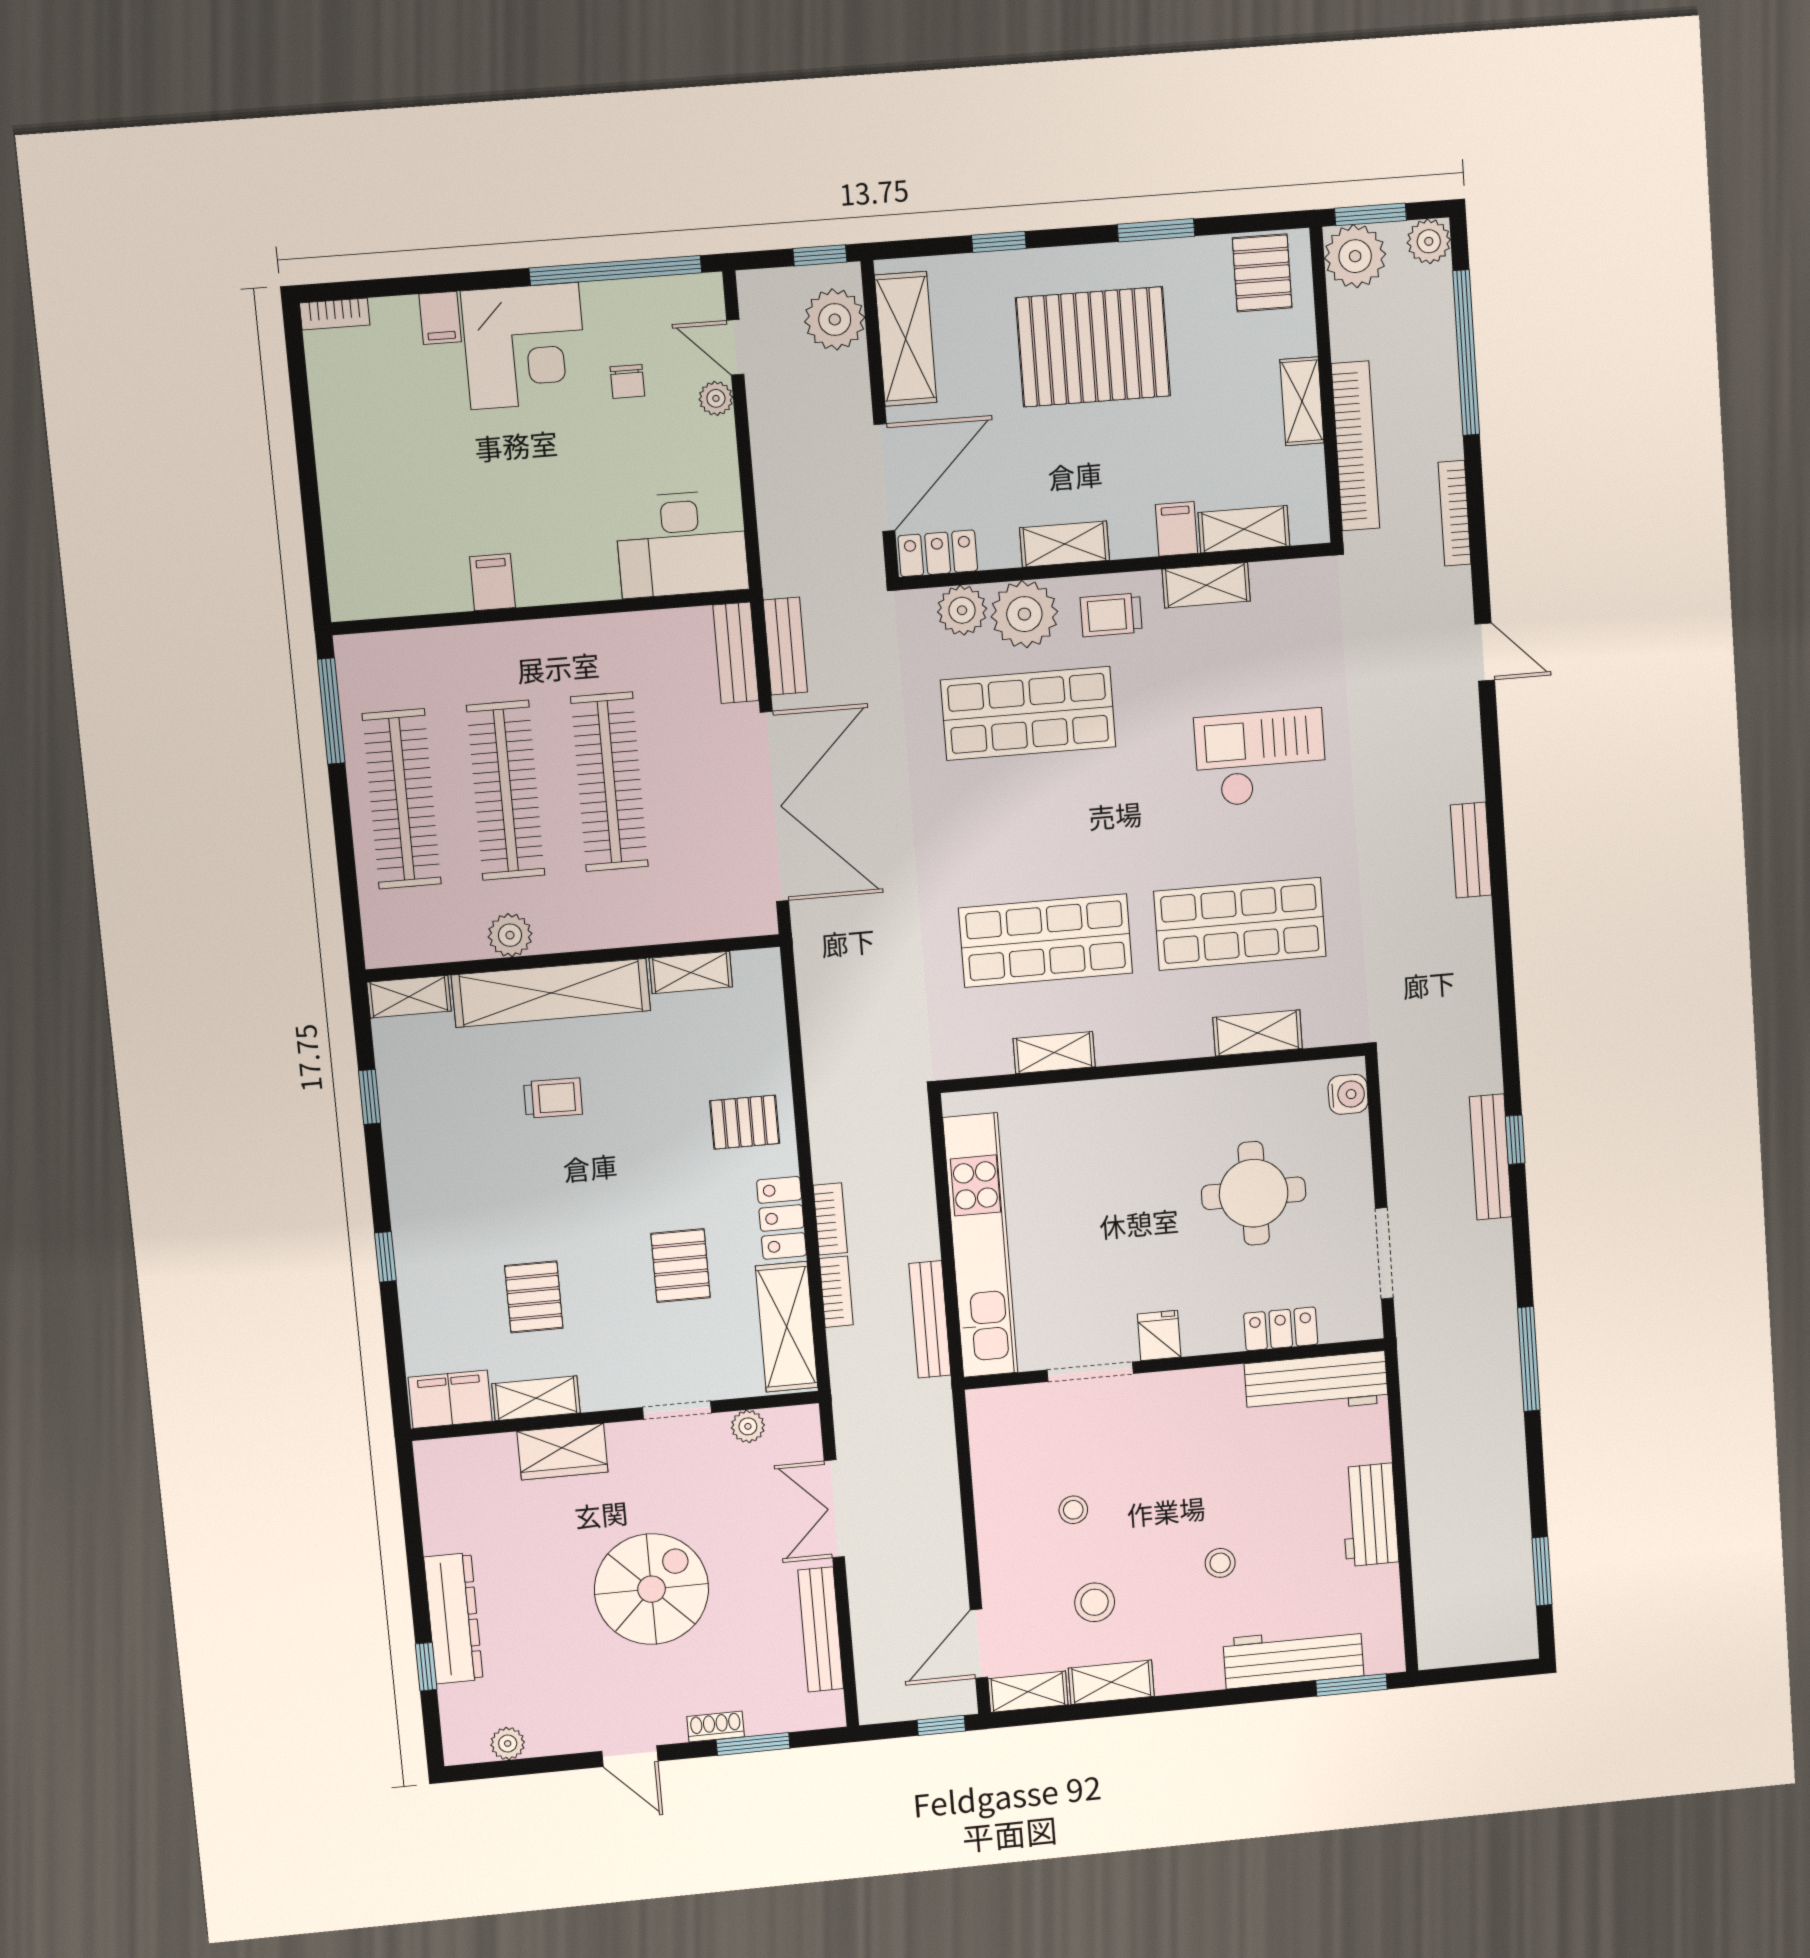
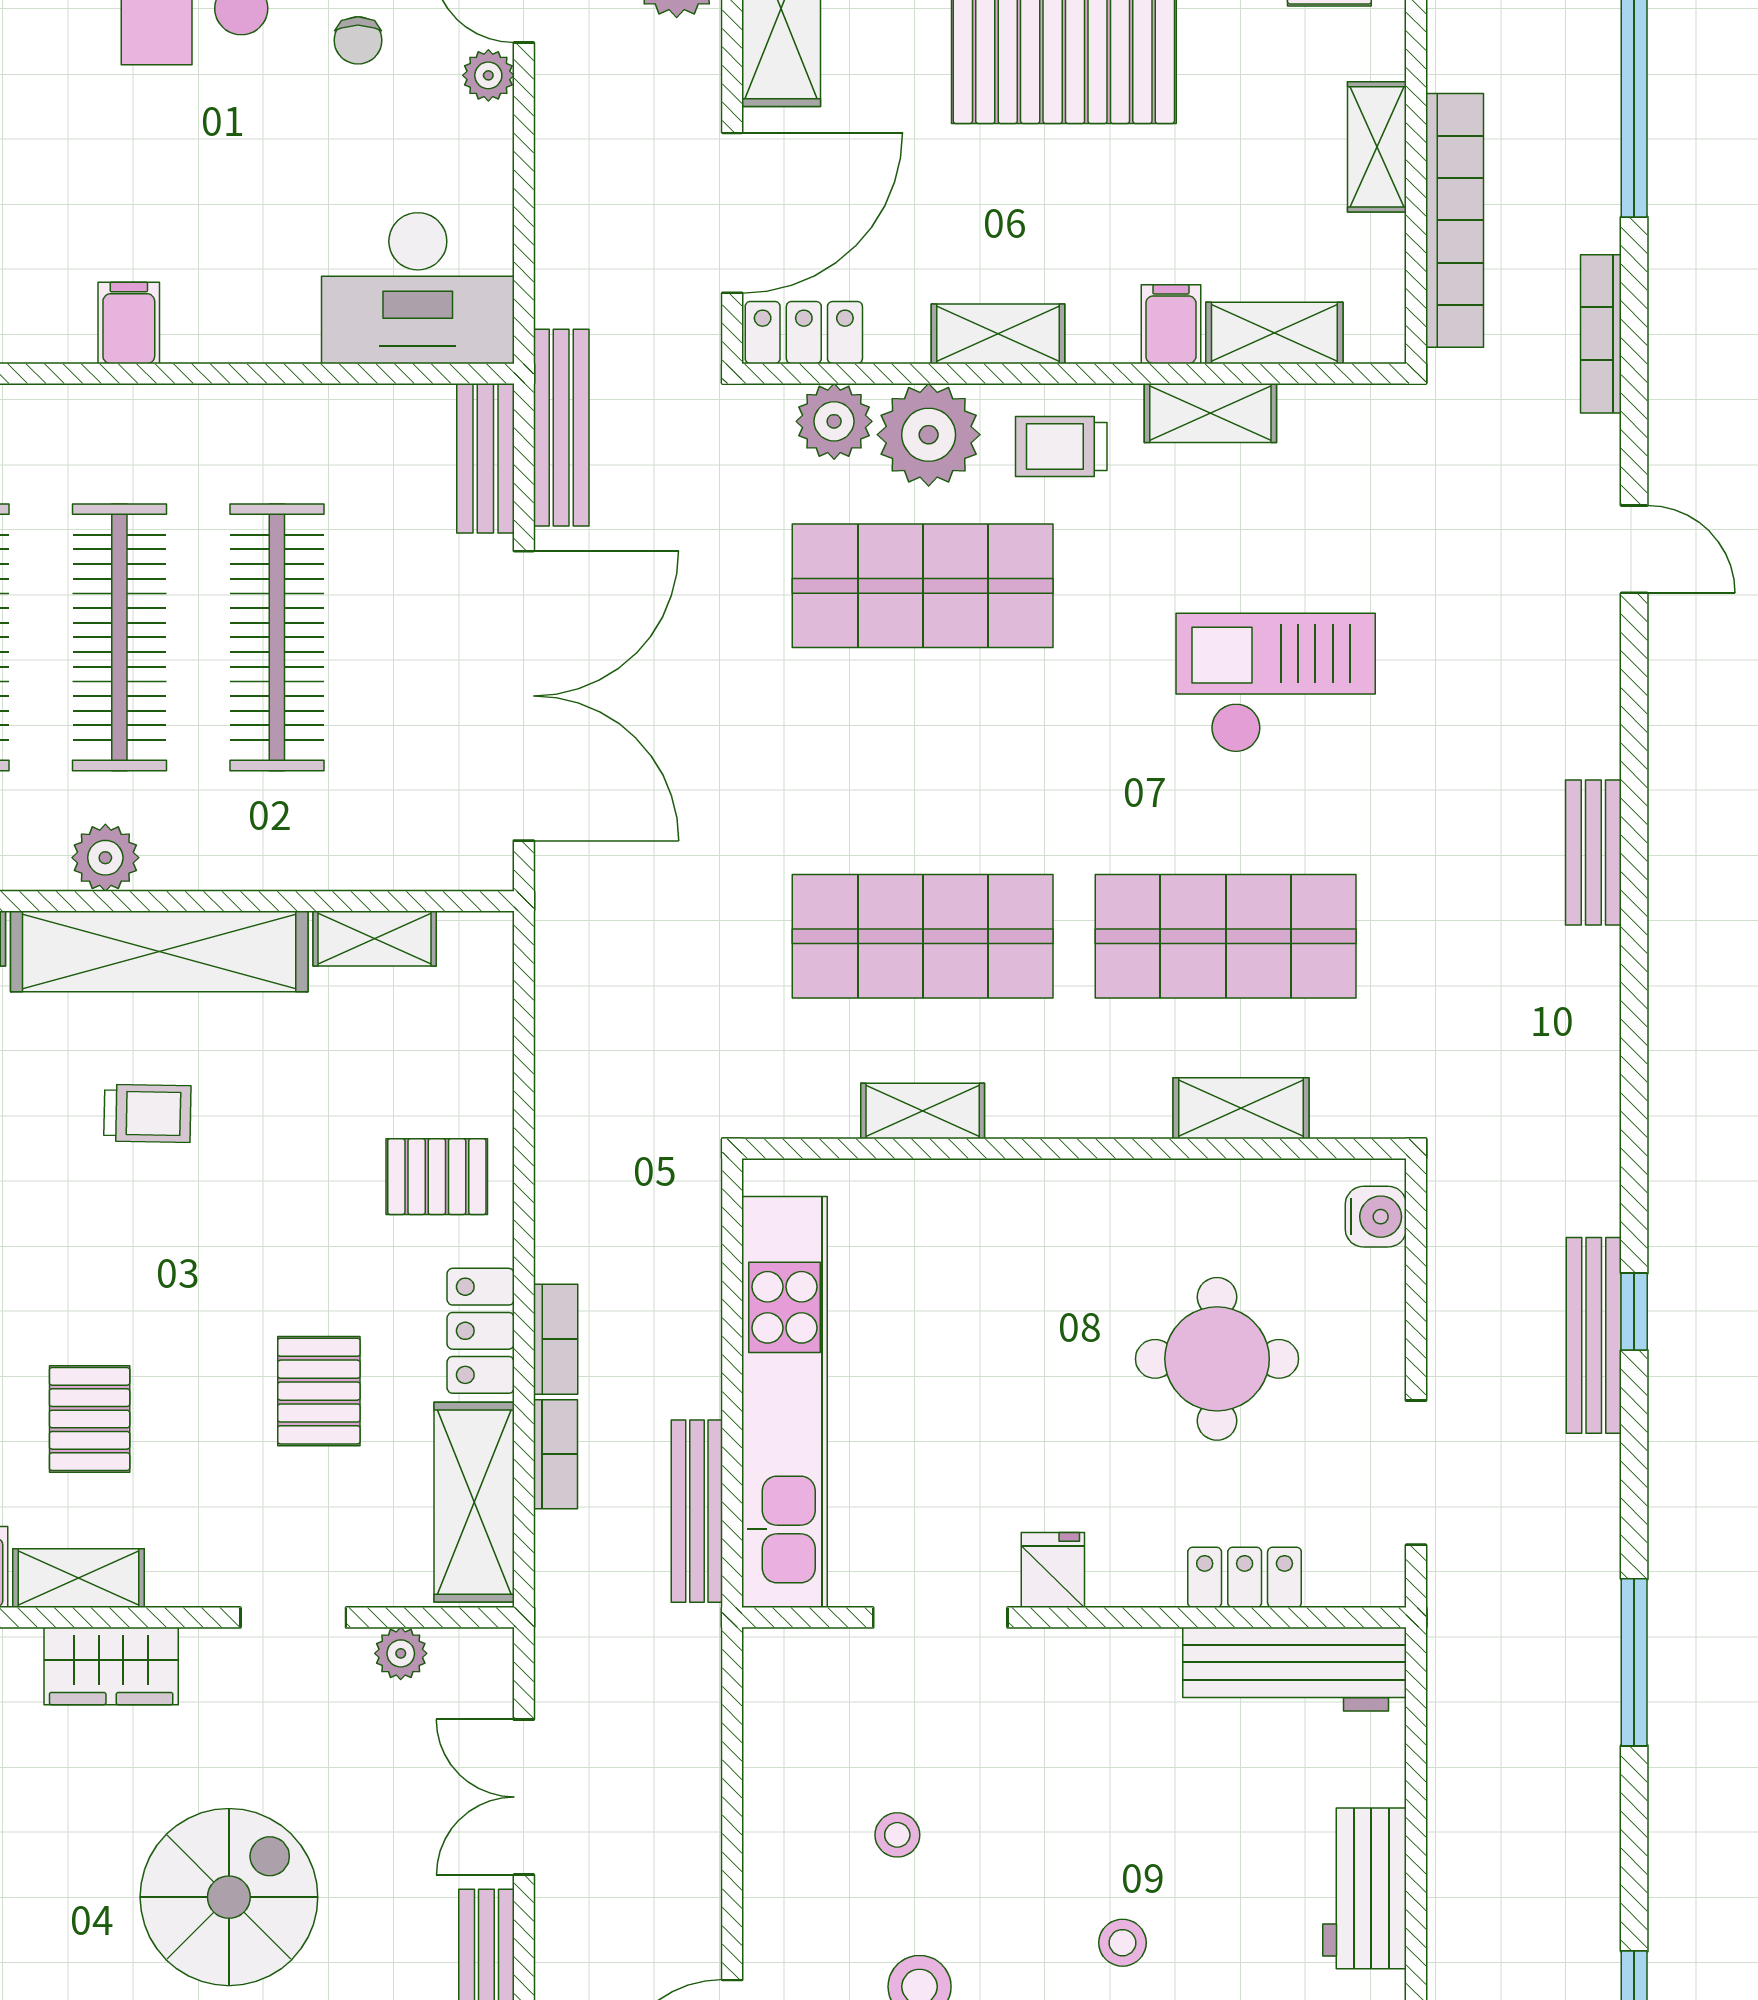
bench: (785, 646) -> (561, 428), width x1.36

